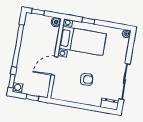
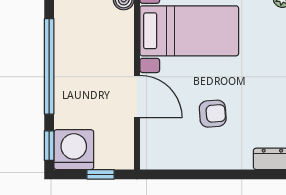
door: (54, 66) -> (137, 96), swing flipped
washing machine: (18, 88) -> (74, 150), width x1.89, depth x1.89

